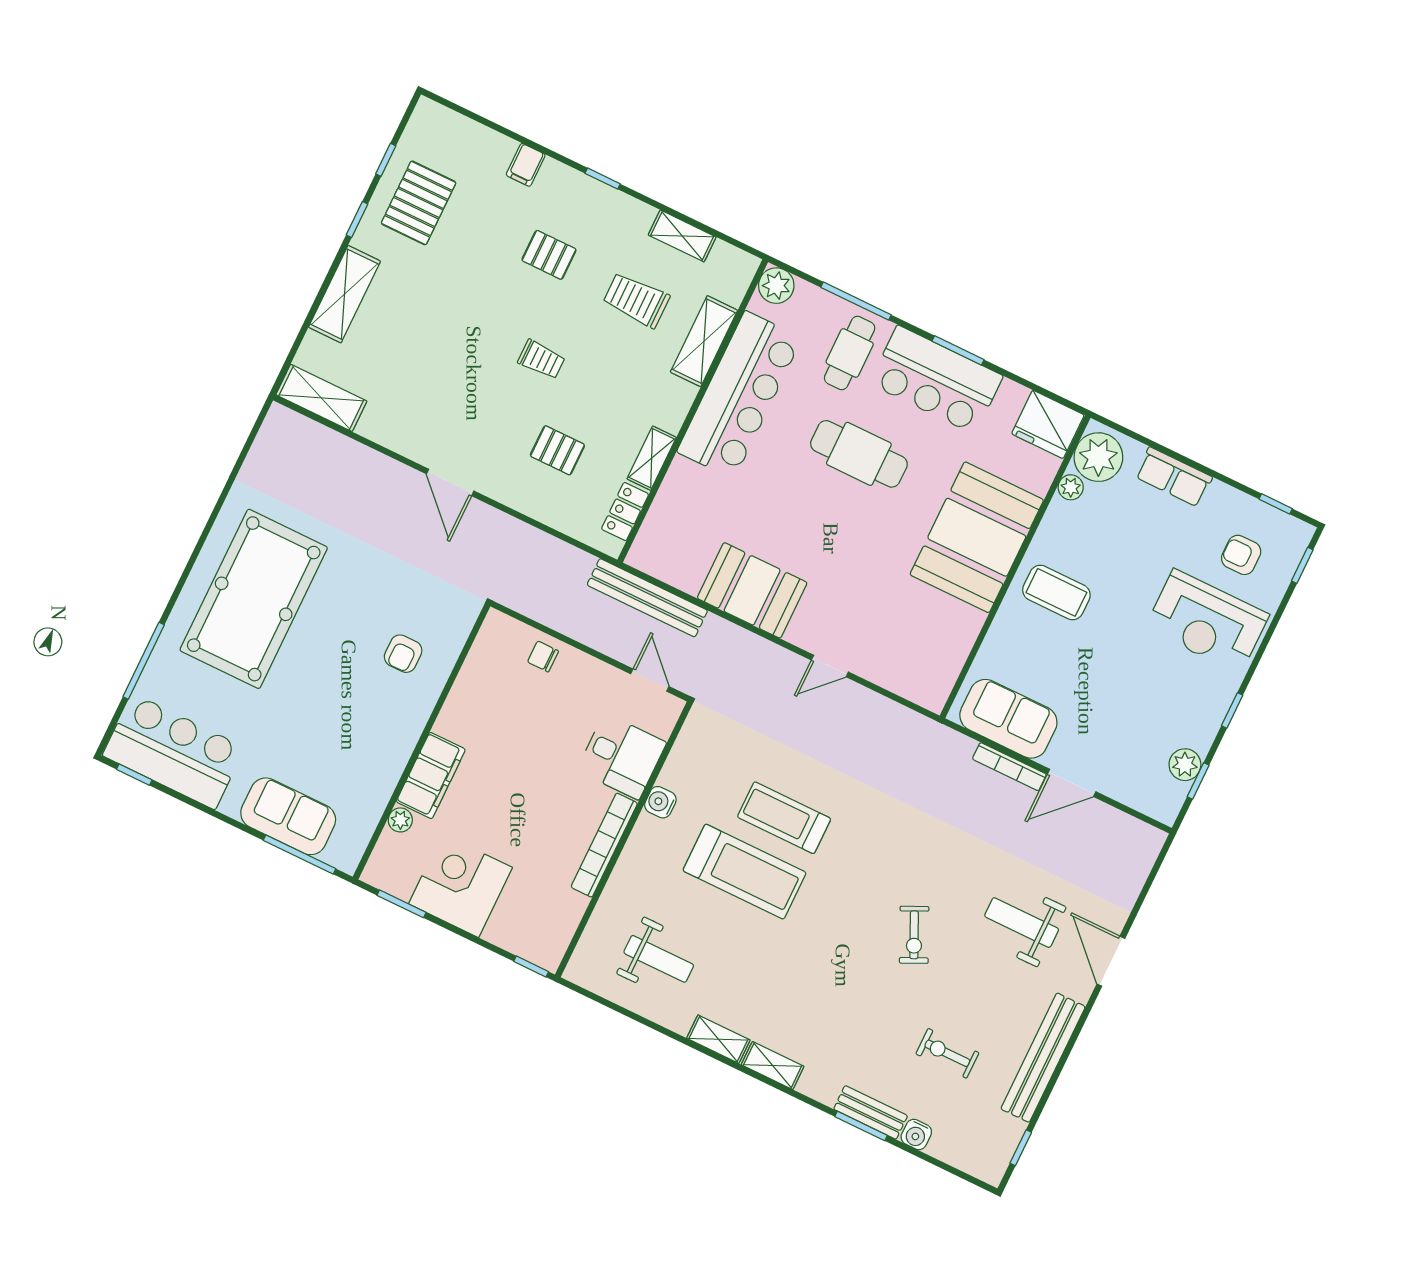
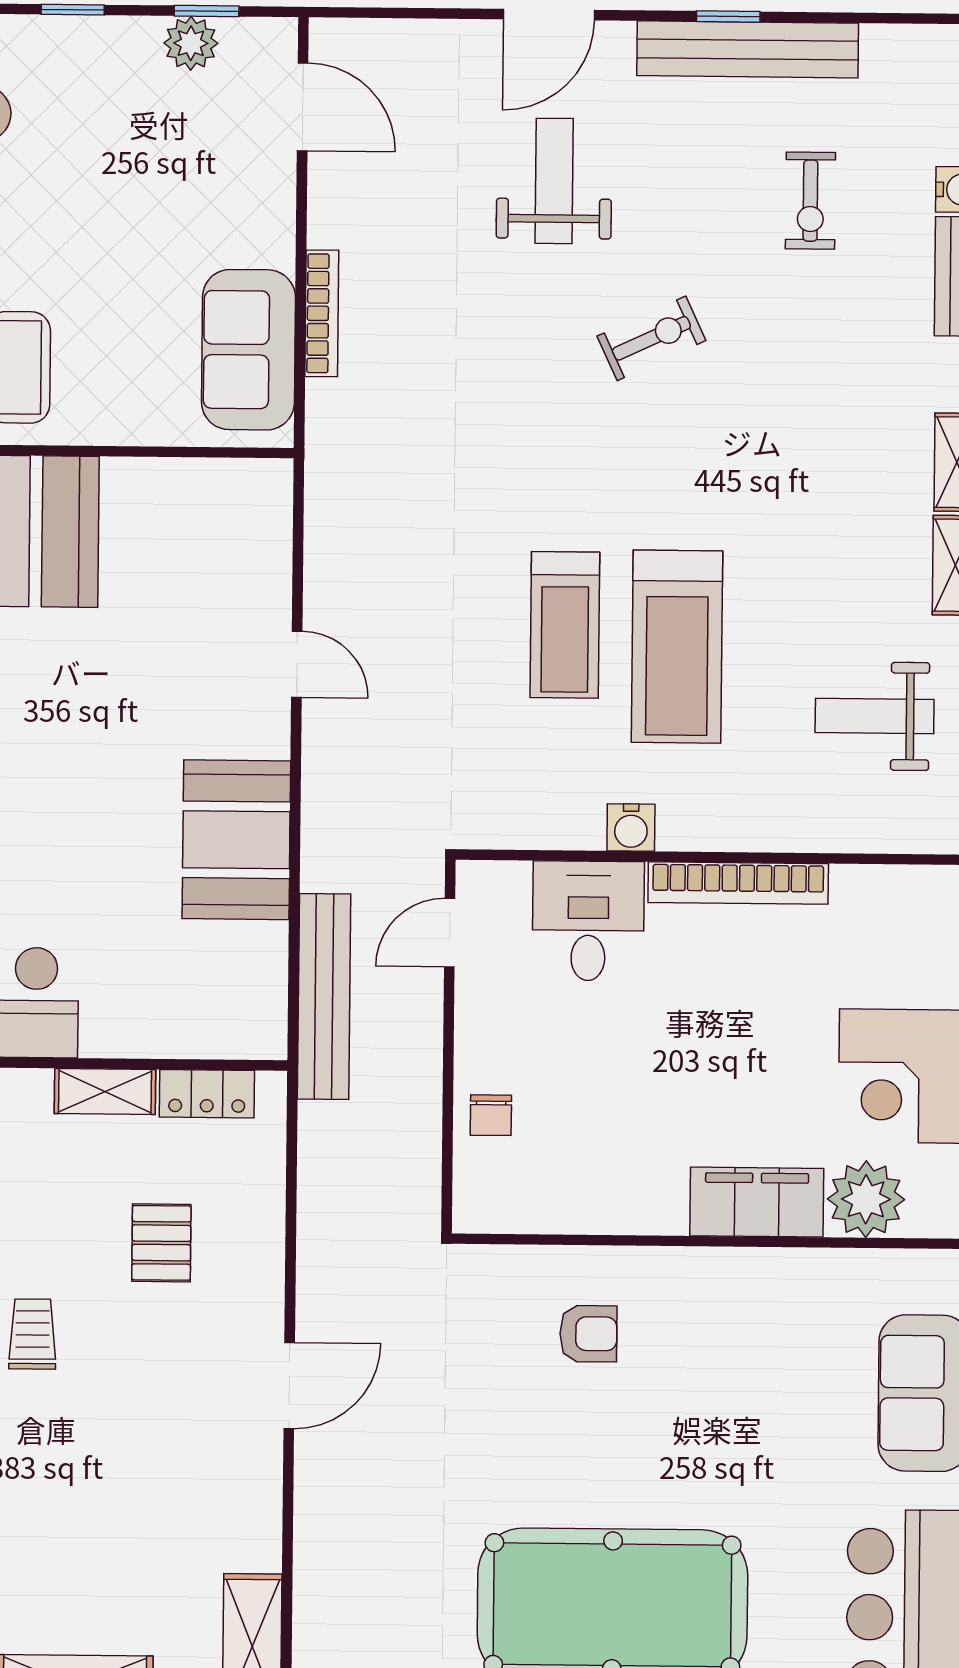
door: (1072, 783) -> (303, 107), moved
plant: (400, 820) -> (866, 1199), width x1.88, depth x1.88
treadmill: (745, 872) -> (677, 647), turned 180
weight bench: (1022, 923) -> (554, 181), turned 180
weight bench: (659, 959) -> (875, 716), turned -90
window: (1021, 1148) -> (728, 16), moved

